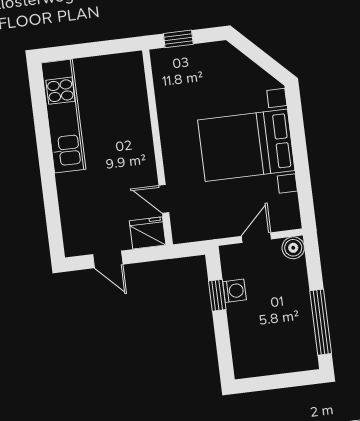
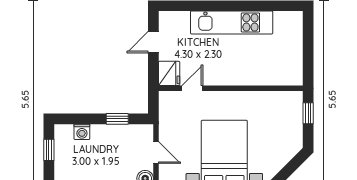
kitchen unit: (63, 116) -> (232, 22), moved
washing machine: (235, 291) -> (82, 132), moved
window: (271, 382) -> (49, 150), added

